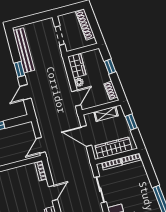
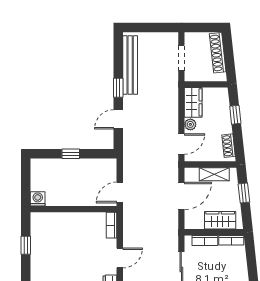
door: (86, 136) -> (181, 196), swing flipped
wardrobe: (113, 148) -> (220, 220), width x0.67

